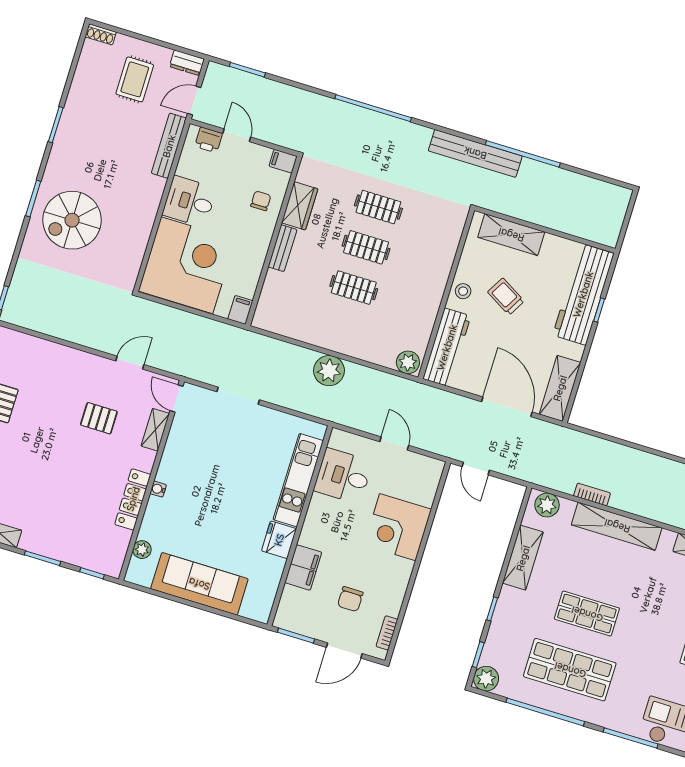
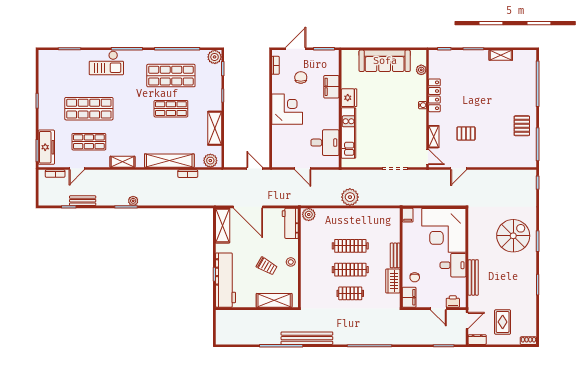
bench: (169, 146) -> (473, 277), moved
filing cabinet: (283, 161) -> (409, 297), width x2.00
clothes rail: (366, 247) -> (350, 270), width x1.36
clothes rail: (354, 288) -> (350, 246), width x1.36
workbench: (447, 347) -> (290, 223), width x0.73
corner desk: (398, 527) -> (287, 109), moved

